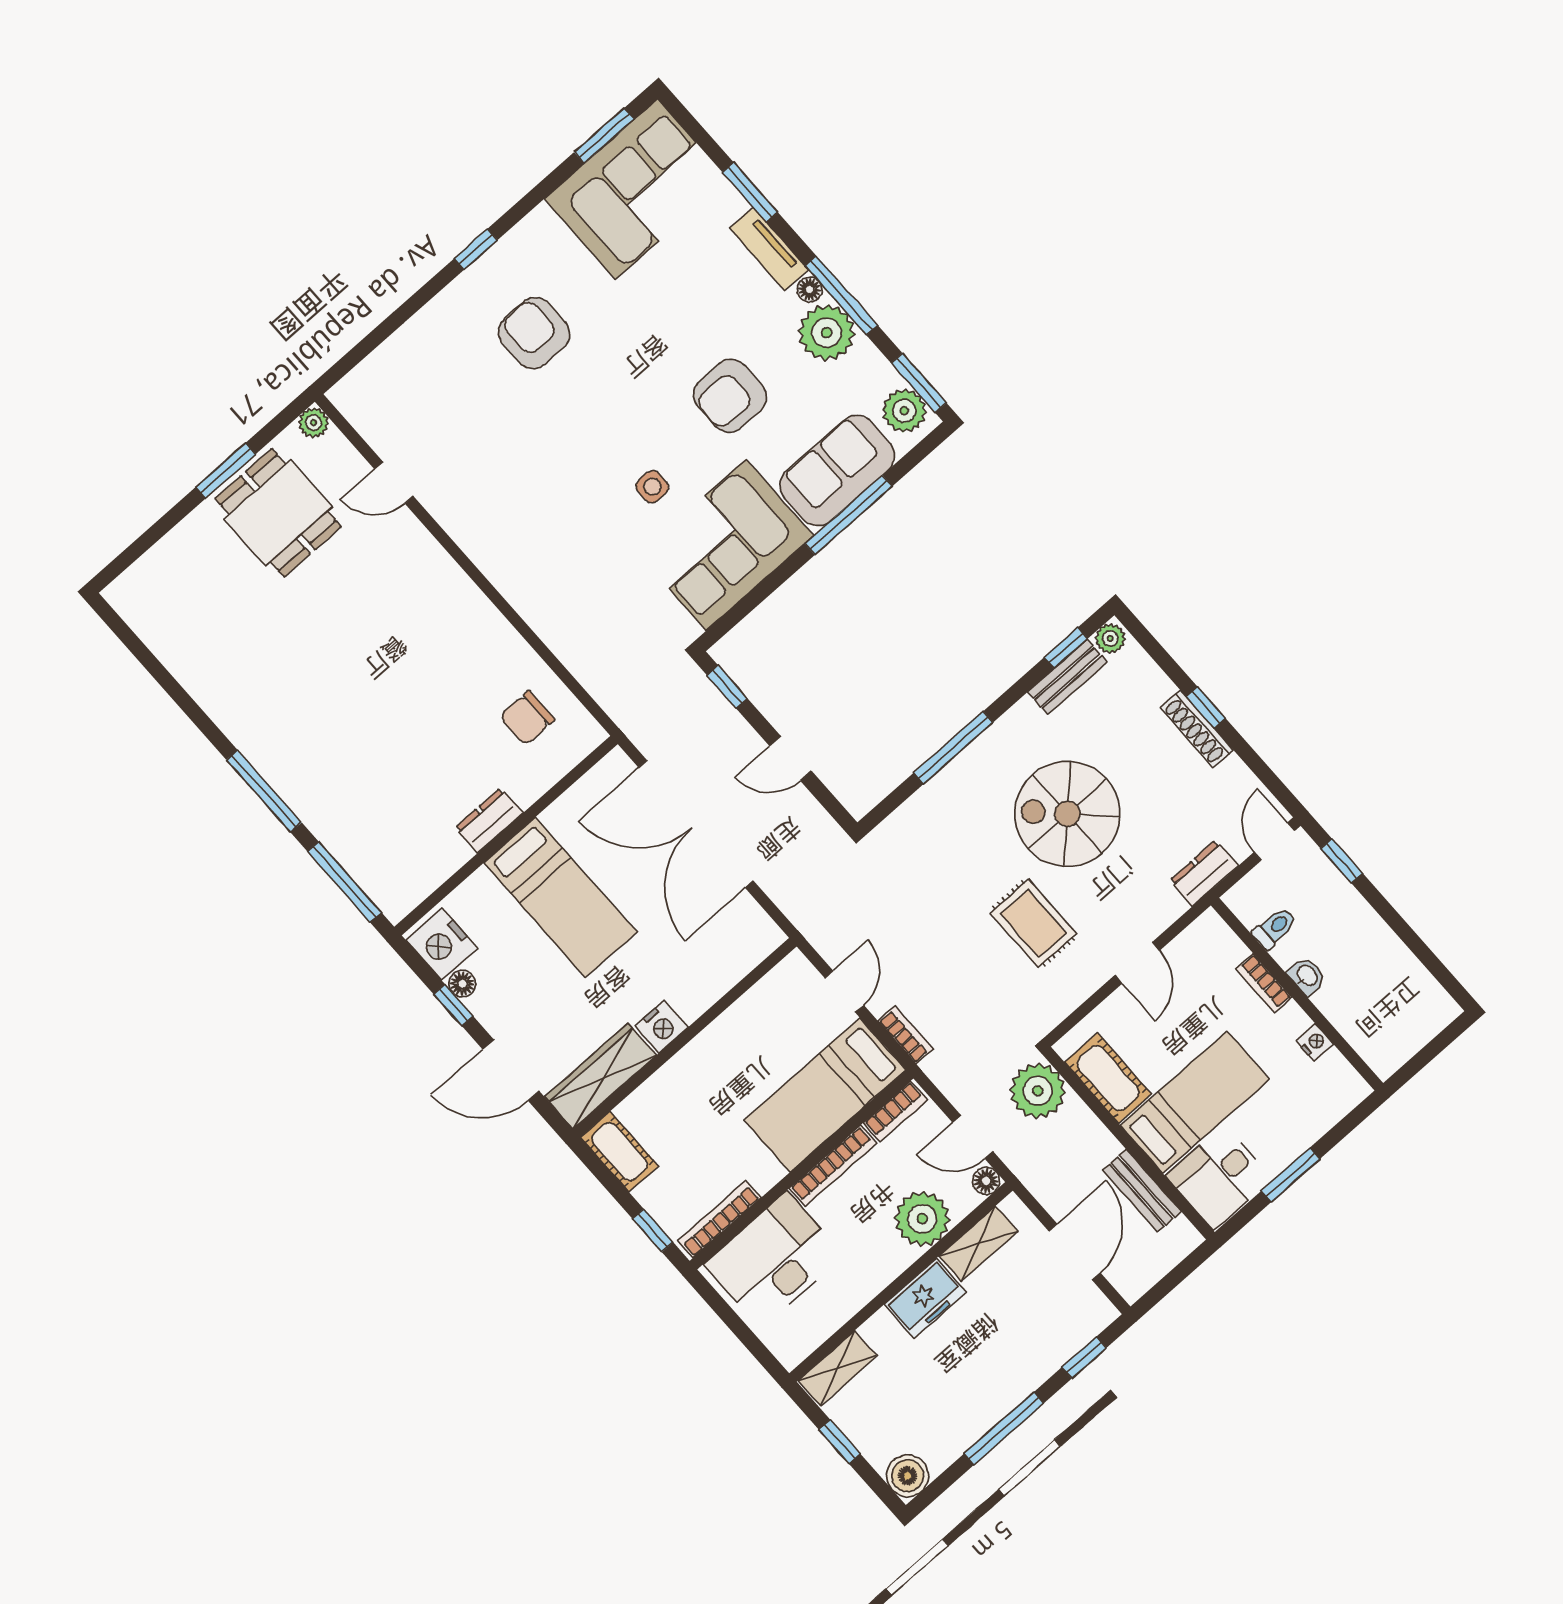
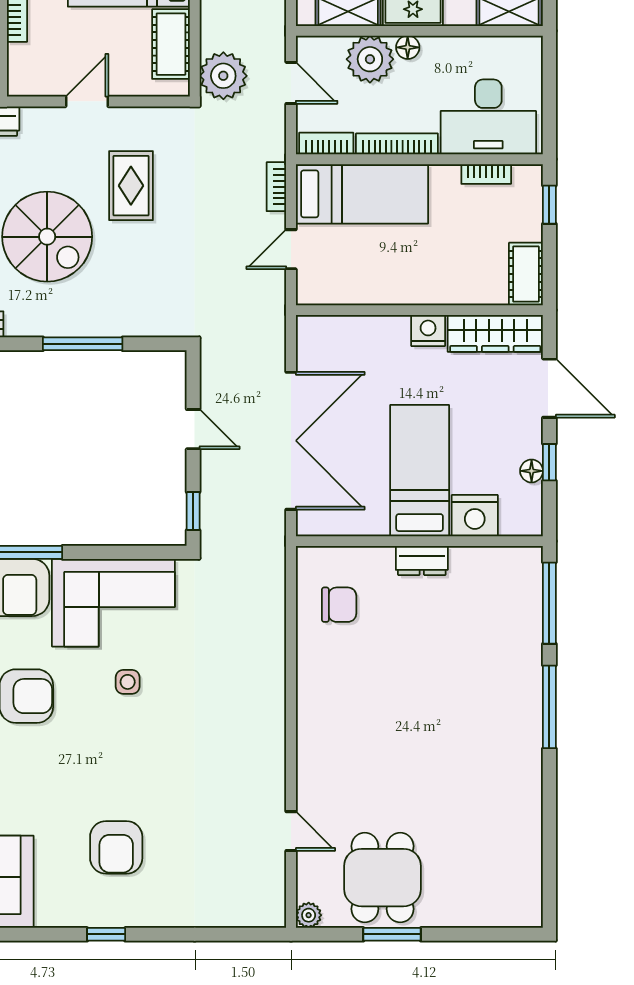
nightstand: (442, 944) -> (475, 516), moved, turned 90
floor lamp: (986, 1181) -> (408, 47), moved
bookcase: (719, 1219) -> (486, 174), width x0.64

